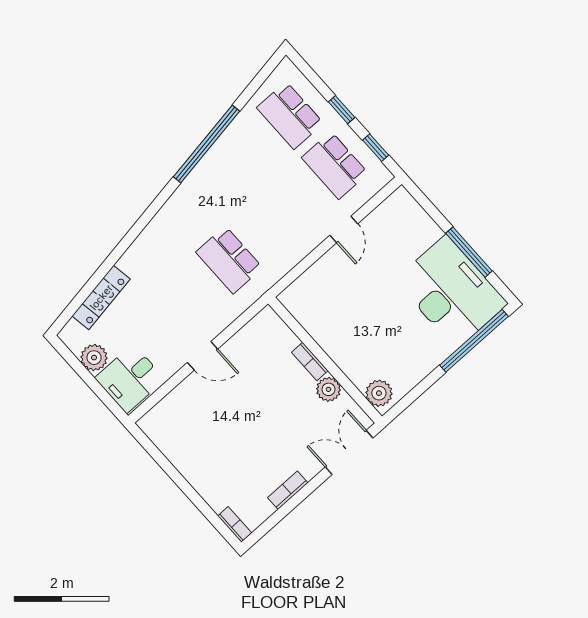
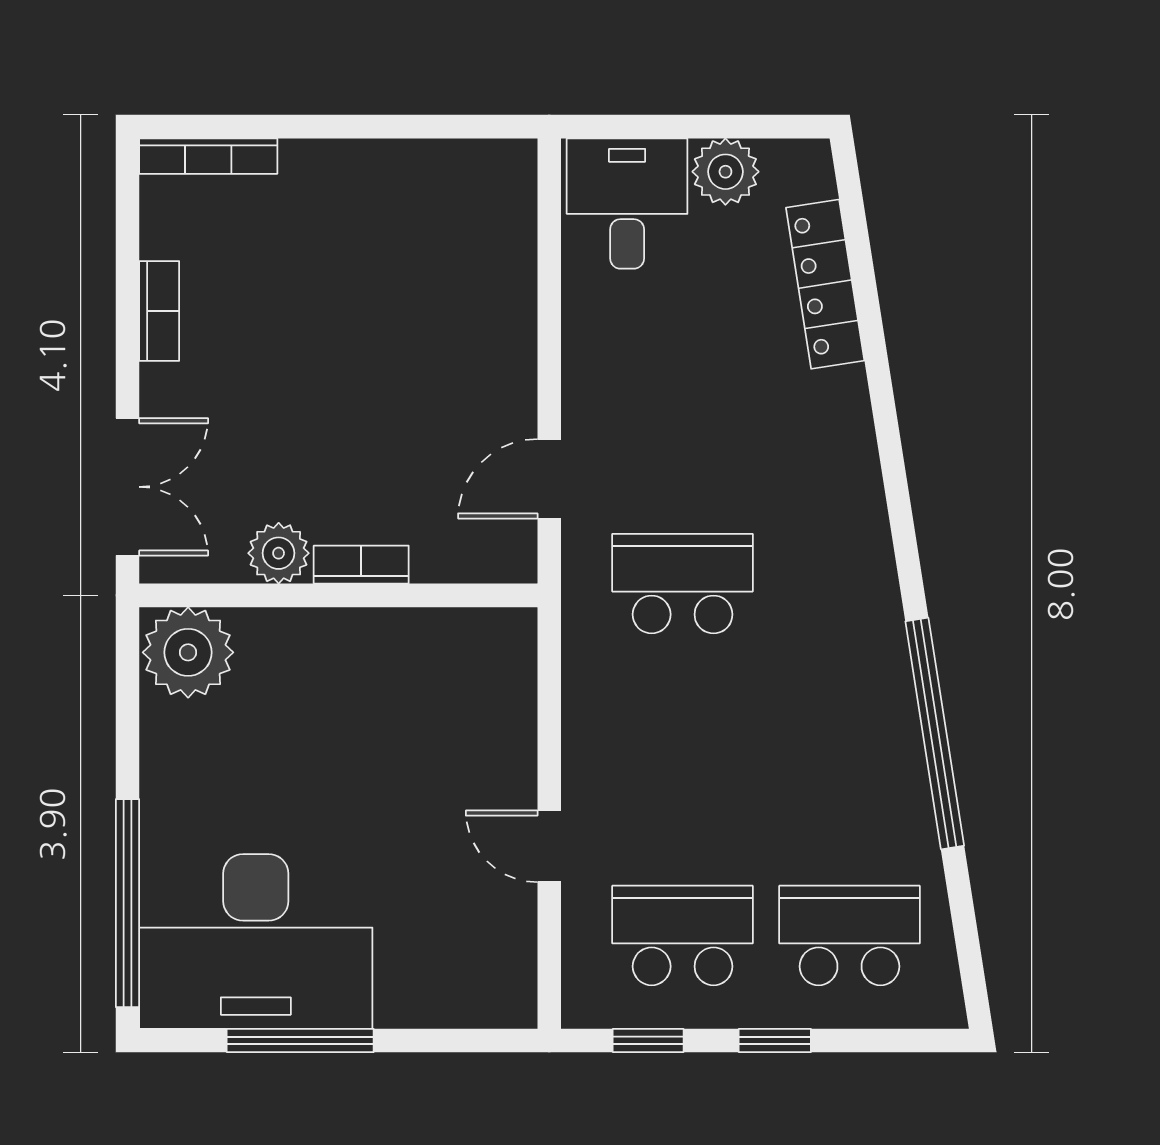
door: (203, 356) -> (549, 479), moved
plant: (379, 393) -> (188, 652), width x1.36, depth x1.36
bookcase: (235, 524) -> (208, 156), width x1.56

